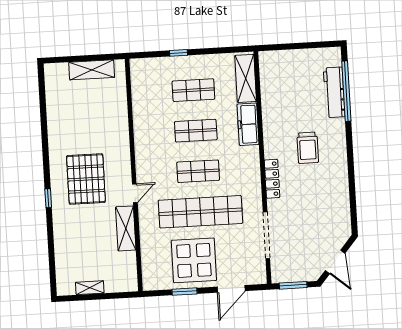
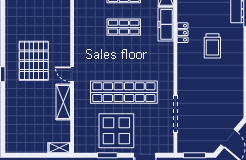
shop shelf: (198, 171) -> (124, 60), removed
locker: (272, 179) -> (183, 33), moved, width x0.66
door: (135, 193) -> (72, 74), swing flipped
shelving: (90, 288) -> (59, 148), moved

